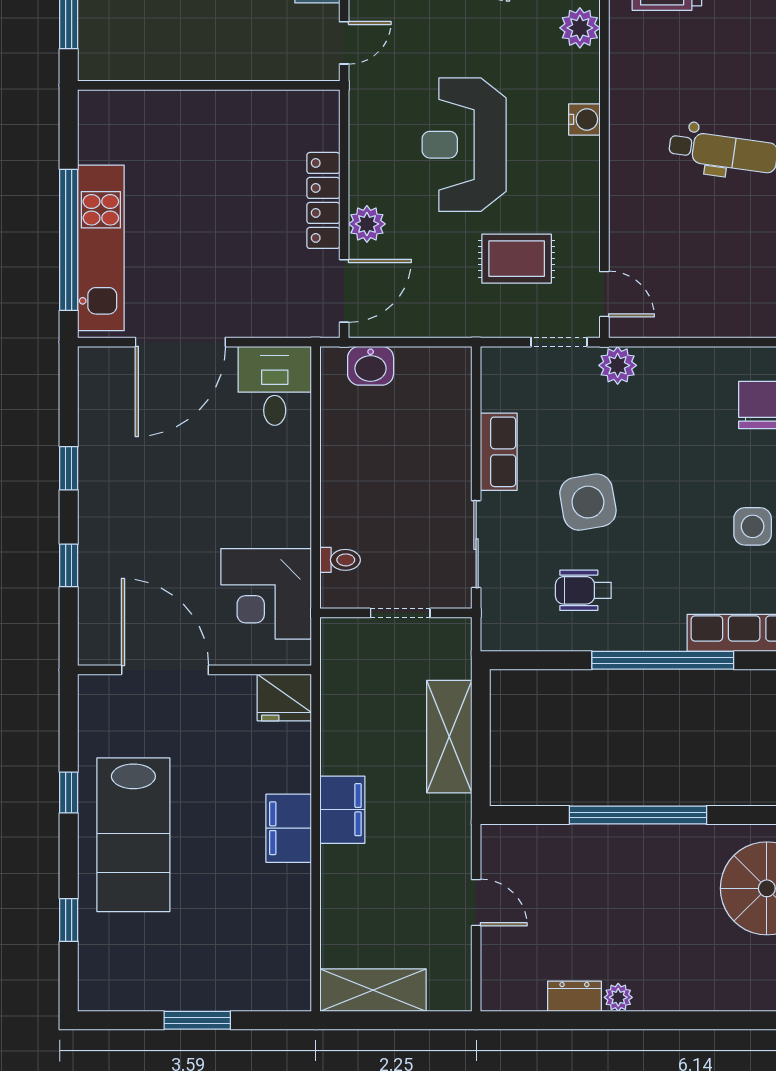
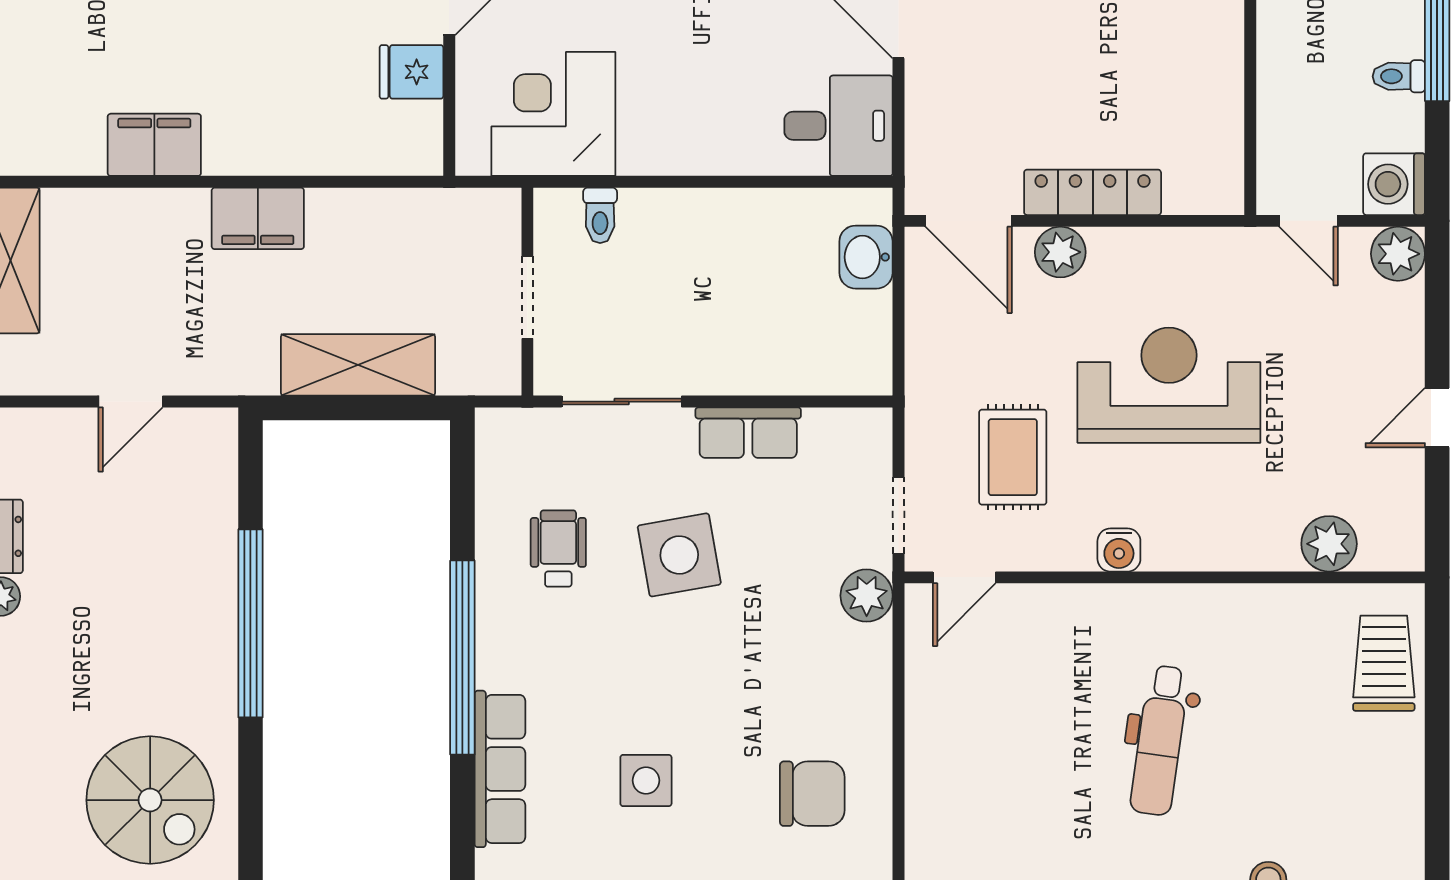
water cooler: (584, 119) -> (1119, 550), moved
fridge: (284, 698) -> (411, 72), moved, width x0.72
filing cabinet: (289, 828) -> (154, 145), moved

